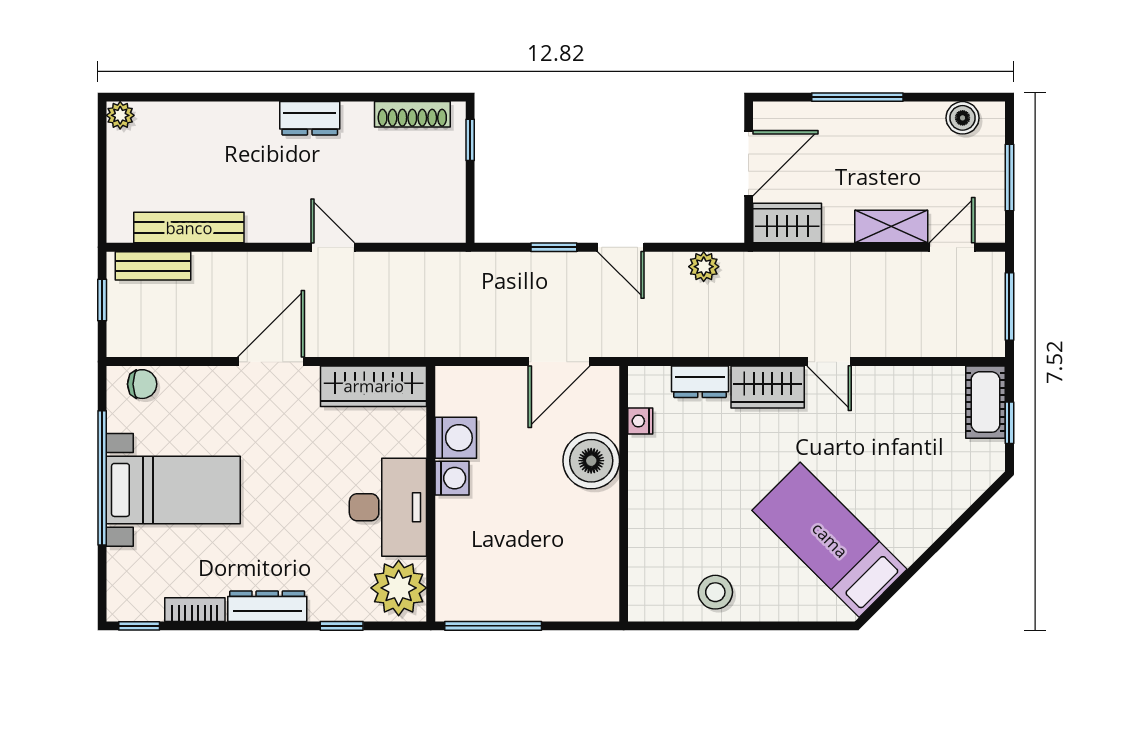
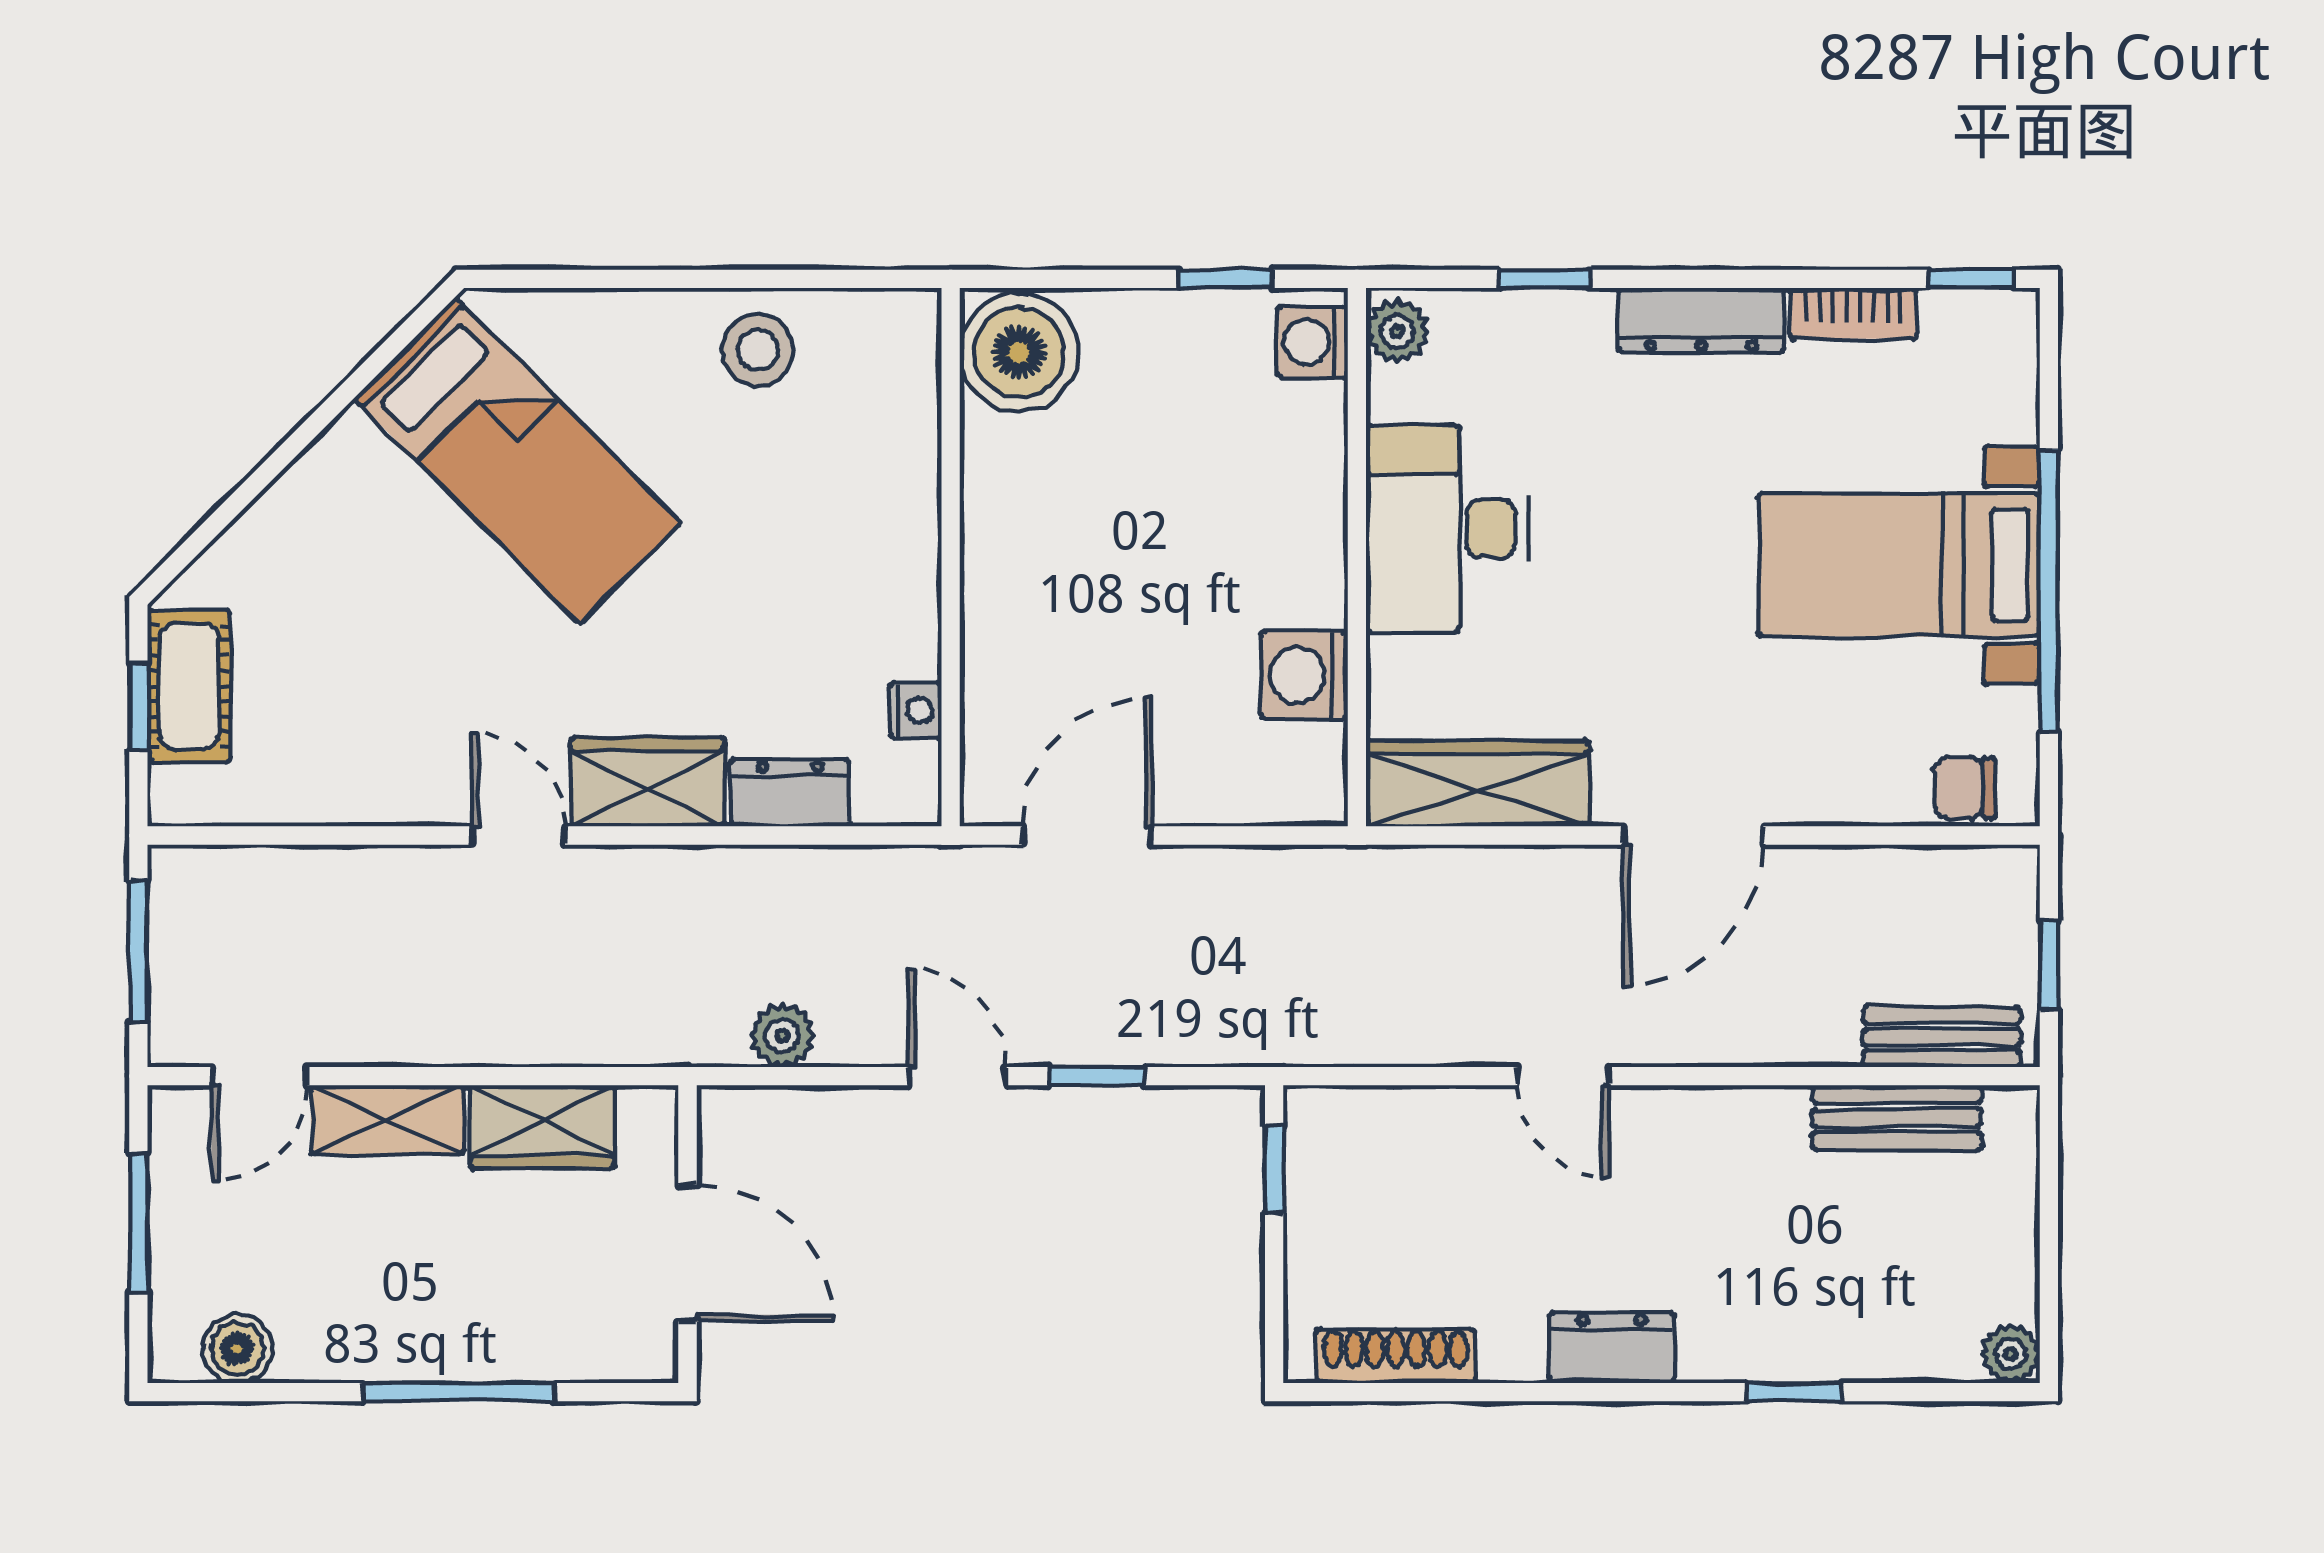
window: (223, 97) -> (1794, 1392), added
window: (470, 140) -> (1274, 1169), moved
door: (749, 163) -> (687, 1253), swing flipped
wardrobe: (787, 223) -> (542, 1127), moved
bench: (189, 228) -> (1897, 1118), width x0.73
cot: (985, 402) -> (189, 686), moved
boiler: (591, 461) -> (1019, 352), moved
washing machine: (452, 478) -> (1312, 342), moved
plant: (399, 588) -> (1397, 331), width x0.53, depth x0.53
window: (493, 626) -> (1225, 279), width x0.46

